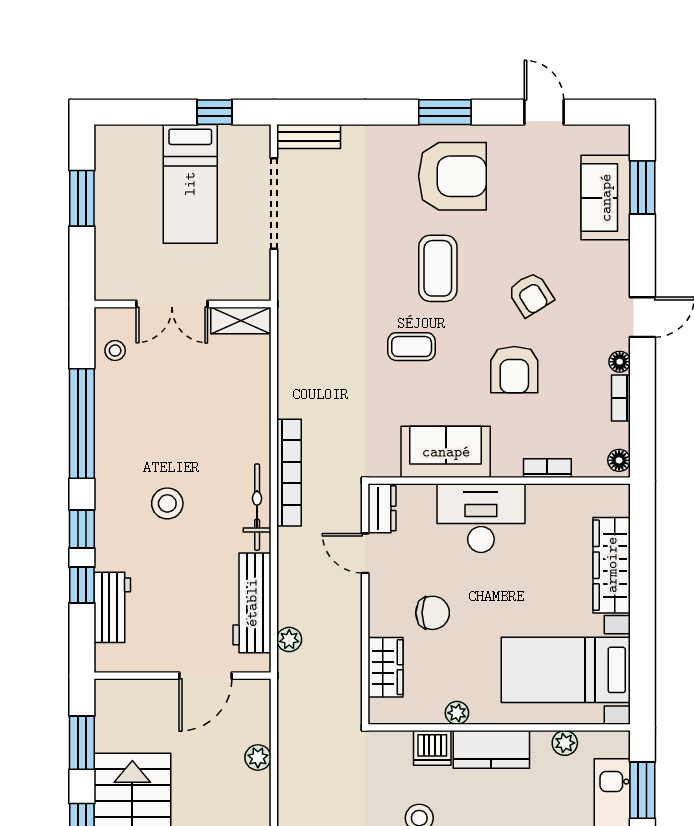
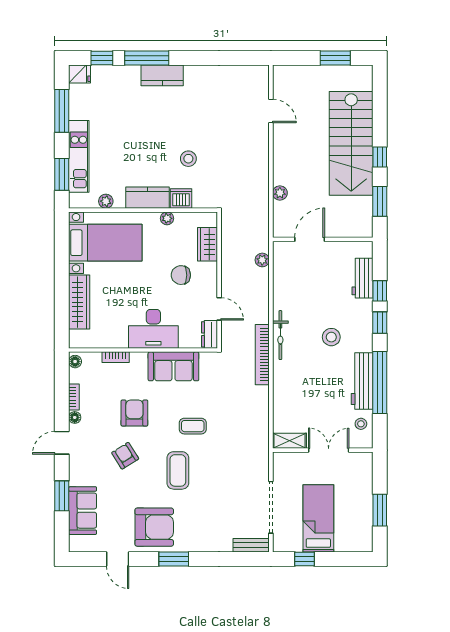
armchair: (452, 176) -> (154, 527), moved, turned 180
window: (642, 187) -> (62, 496), moved
workbench: (252, 603) -> (362, 381), moved, turned 180

